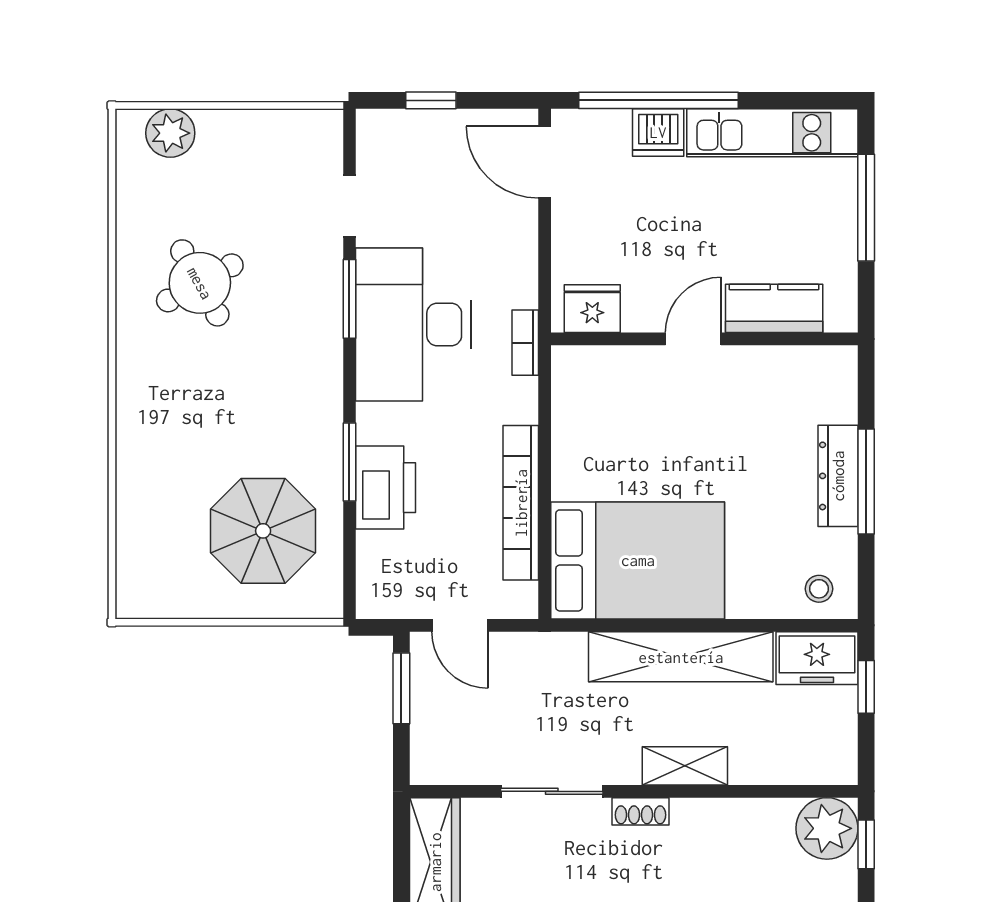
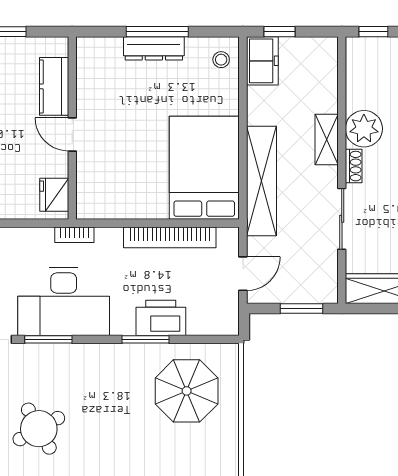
shelving: (681, 657) -> (262, 181), moved
window: (401, 688) -> (301, 309), moved
plant: (827, 828) -> (364, 129), moved

